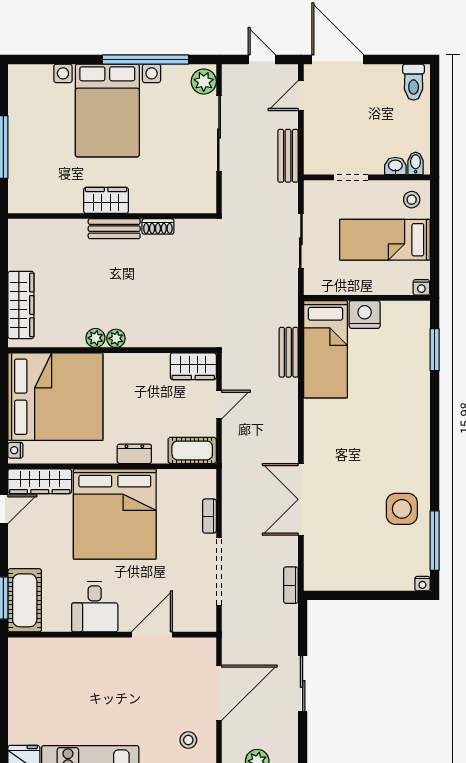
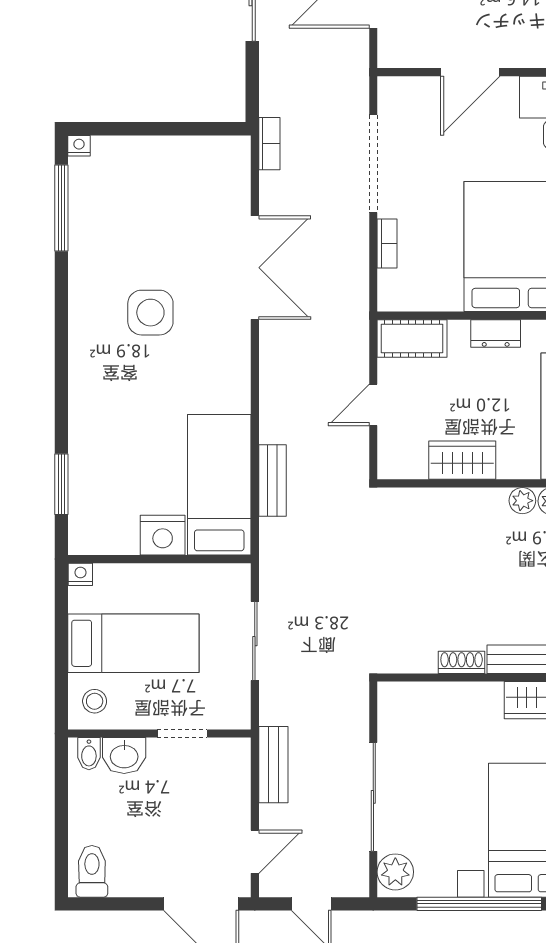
washbasin: (395, 166) -> (124, 756), width x1.38, depth x1.45
wardrobe: (193, 366) -> (462, 460), moved
side table: (402, 509) -> (150, 313), moved

